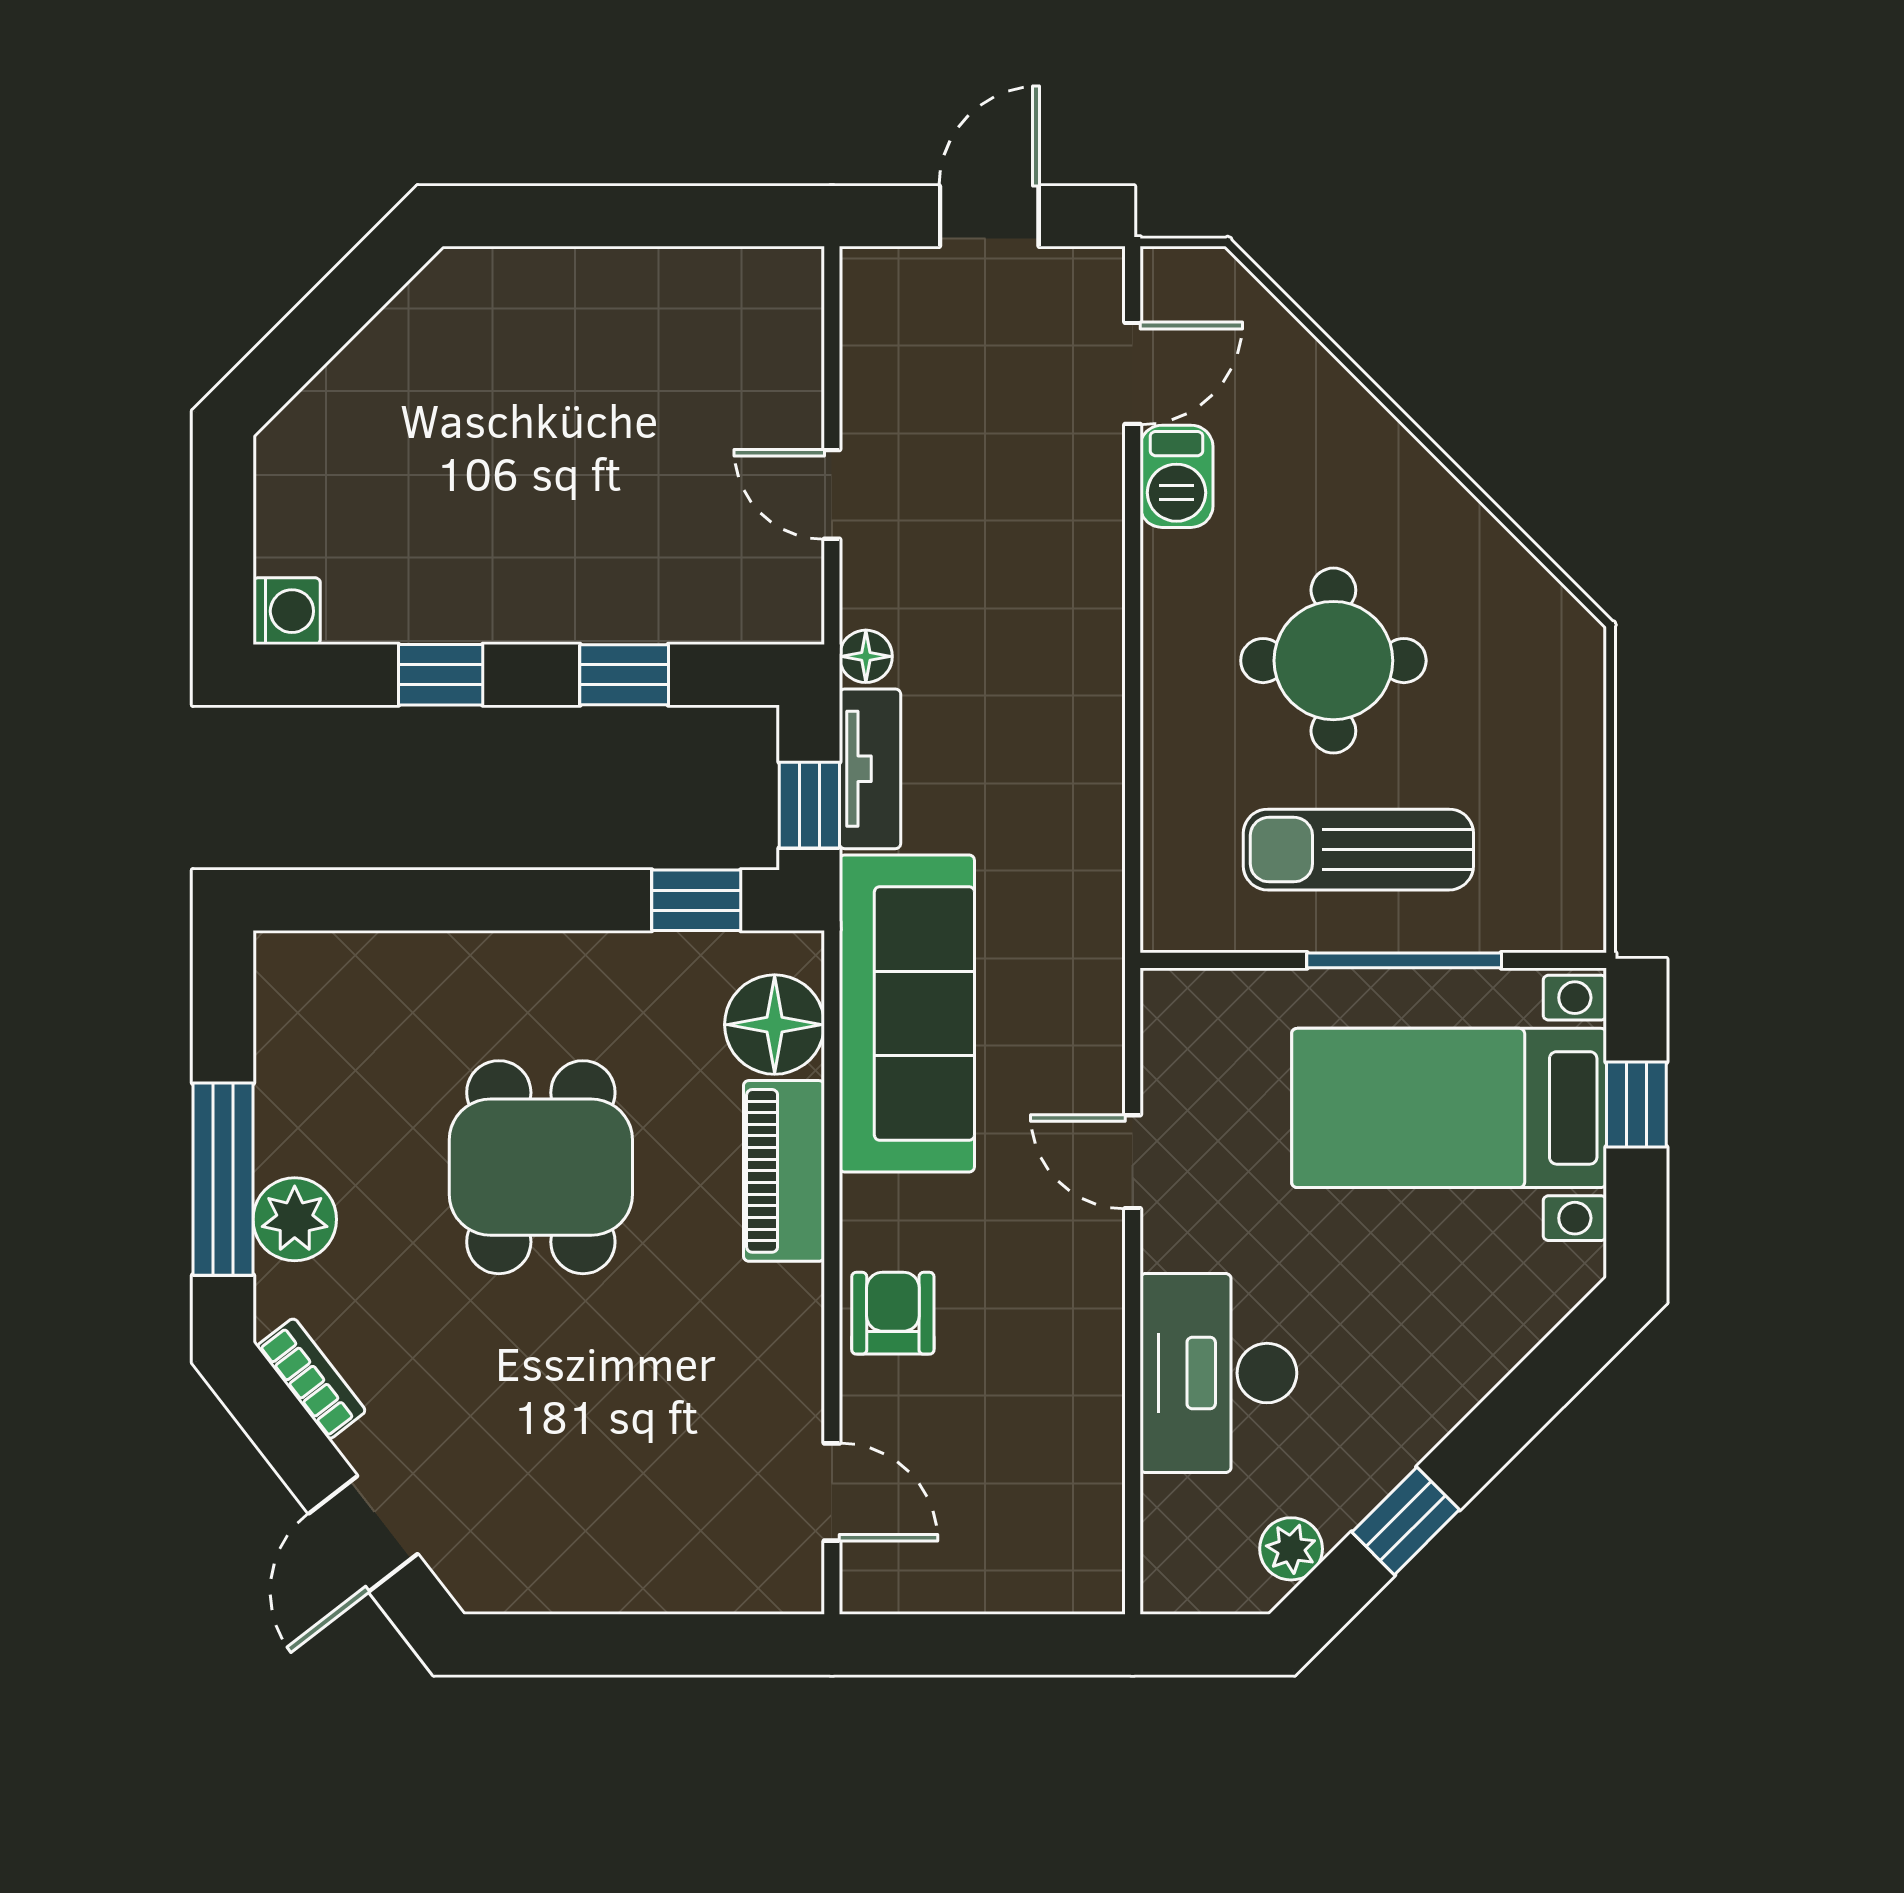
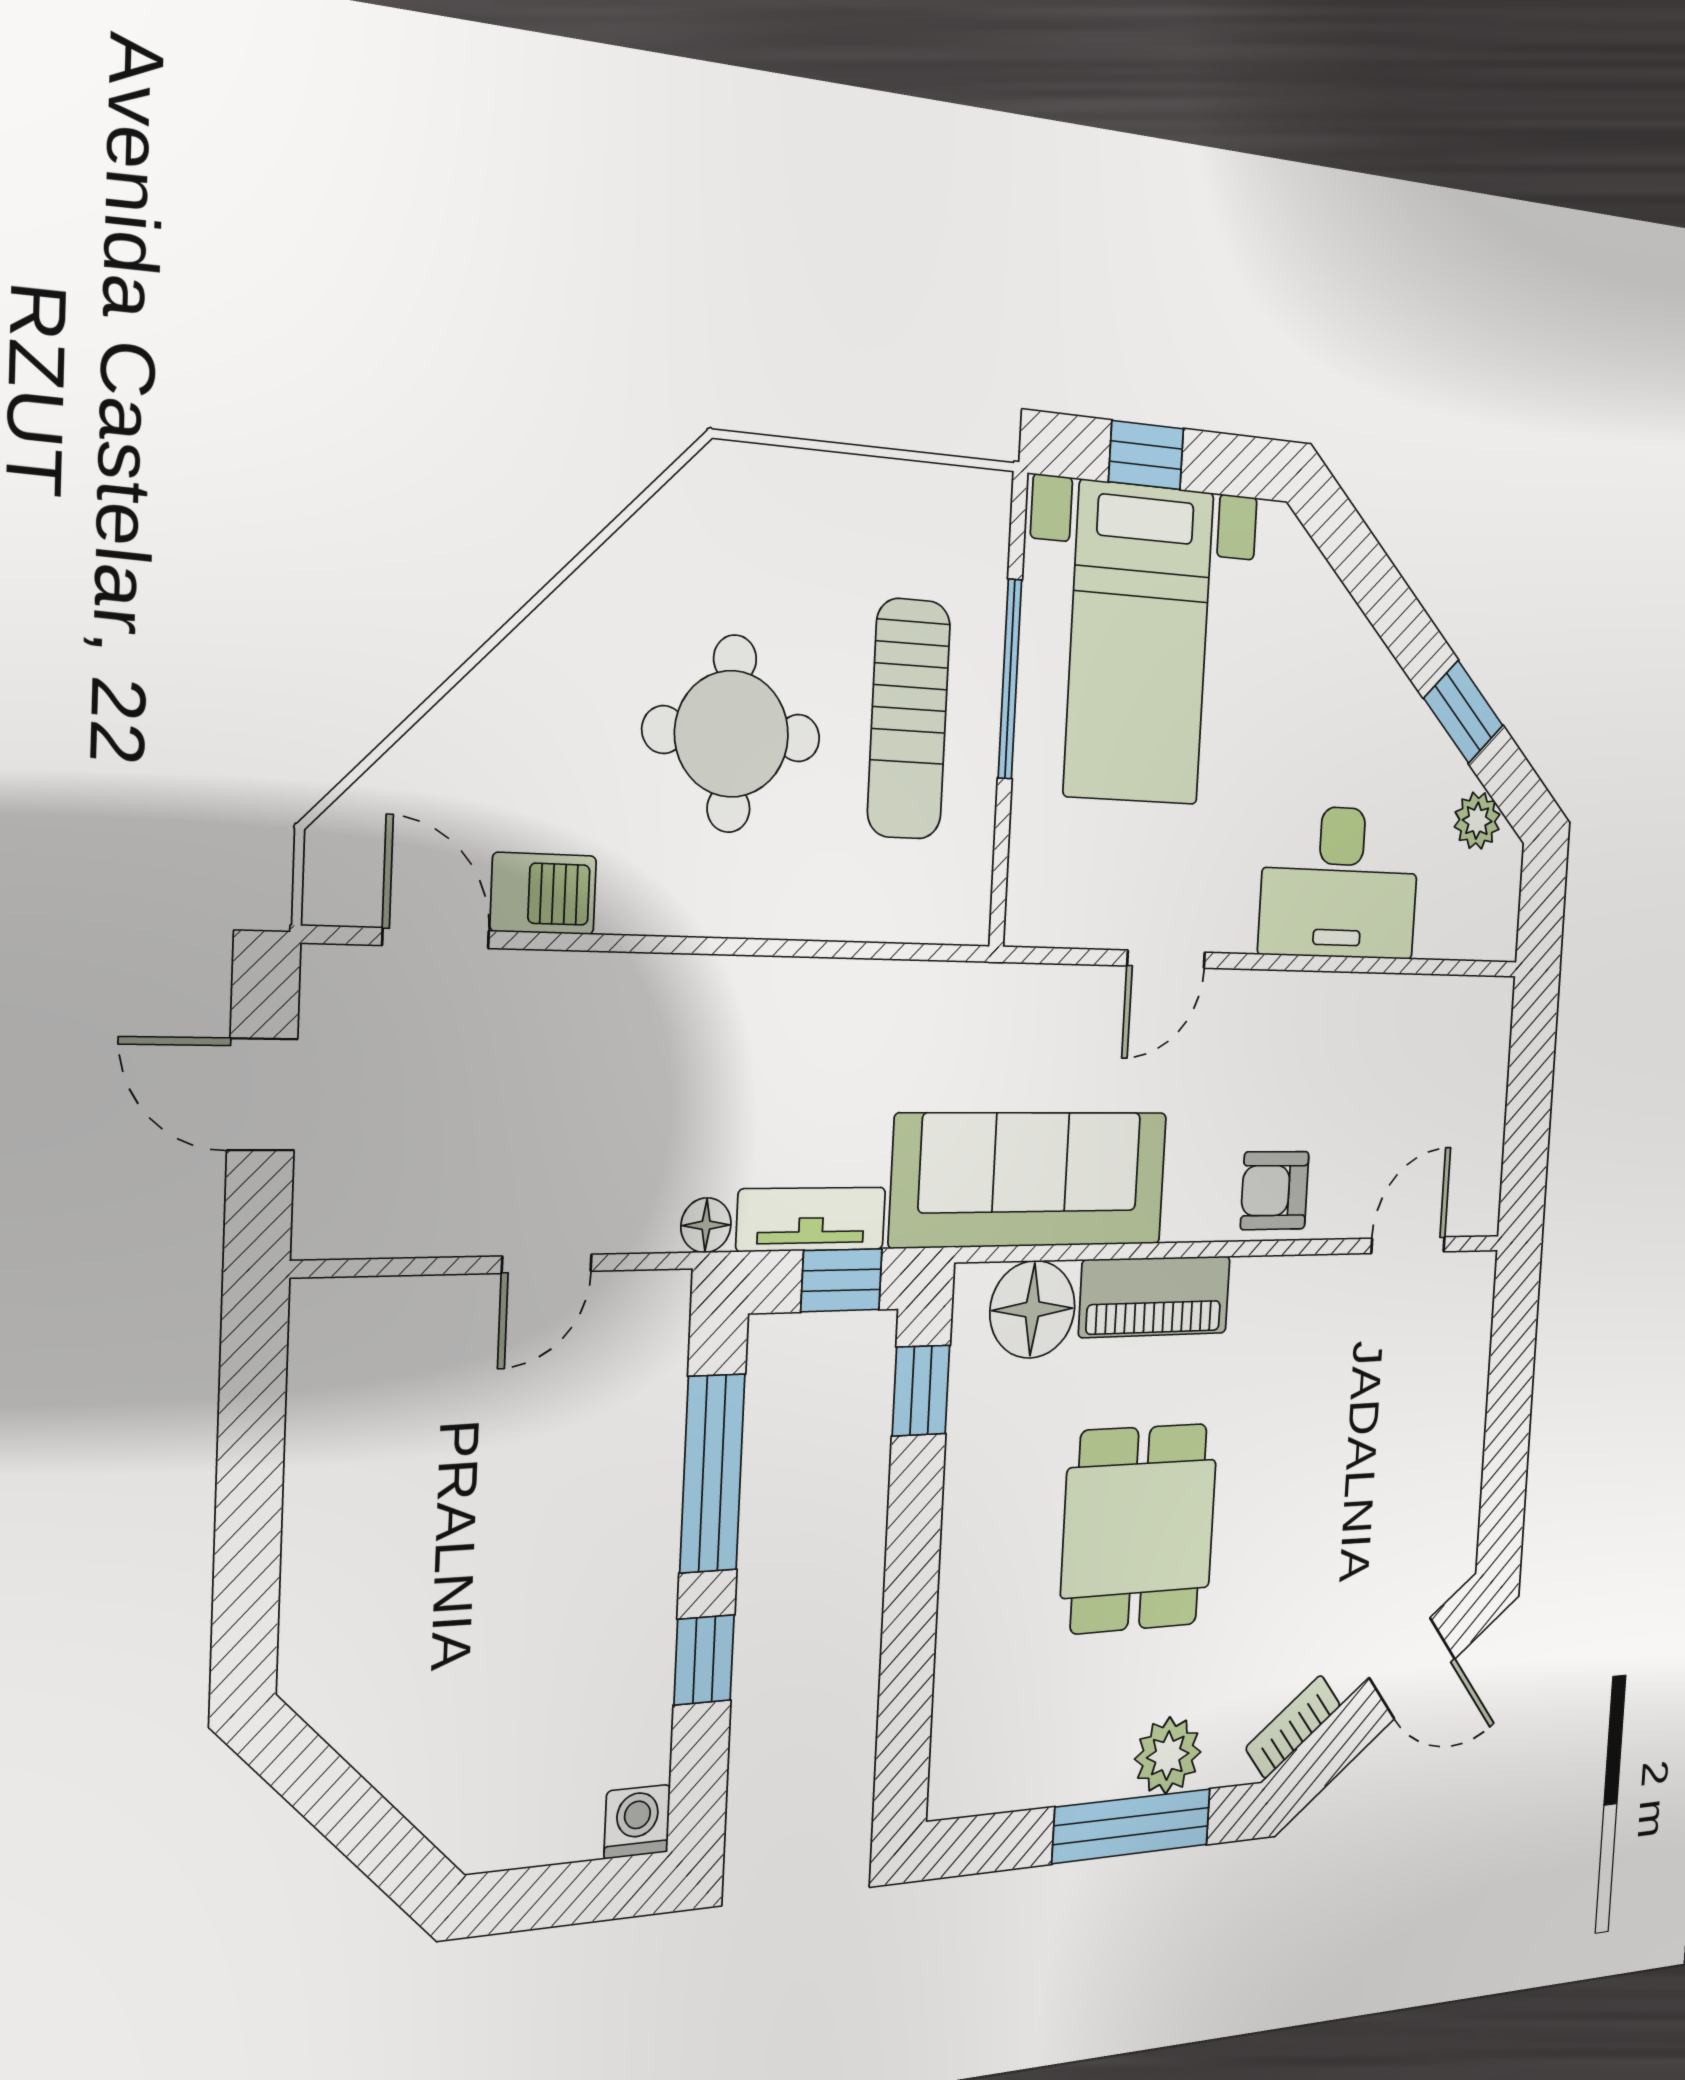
window: (624, 675) -> (712, 1473), width x2.17
dining table: (541, 1167) -> (1139, 1528), turned 90

